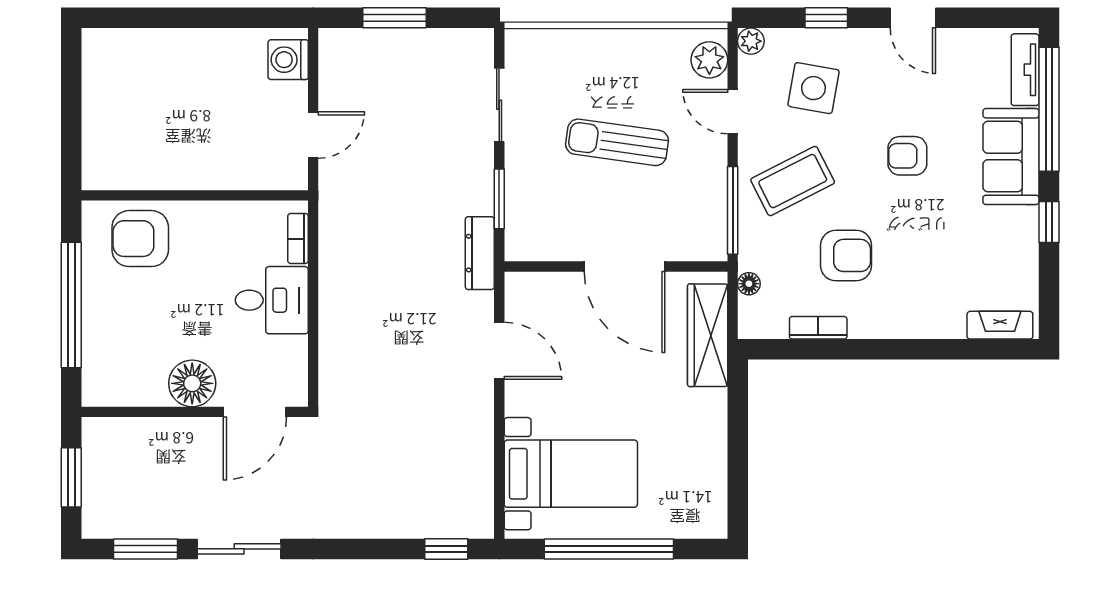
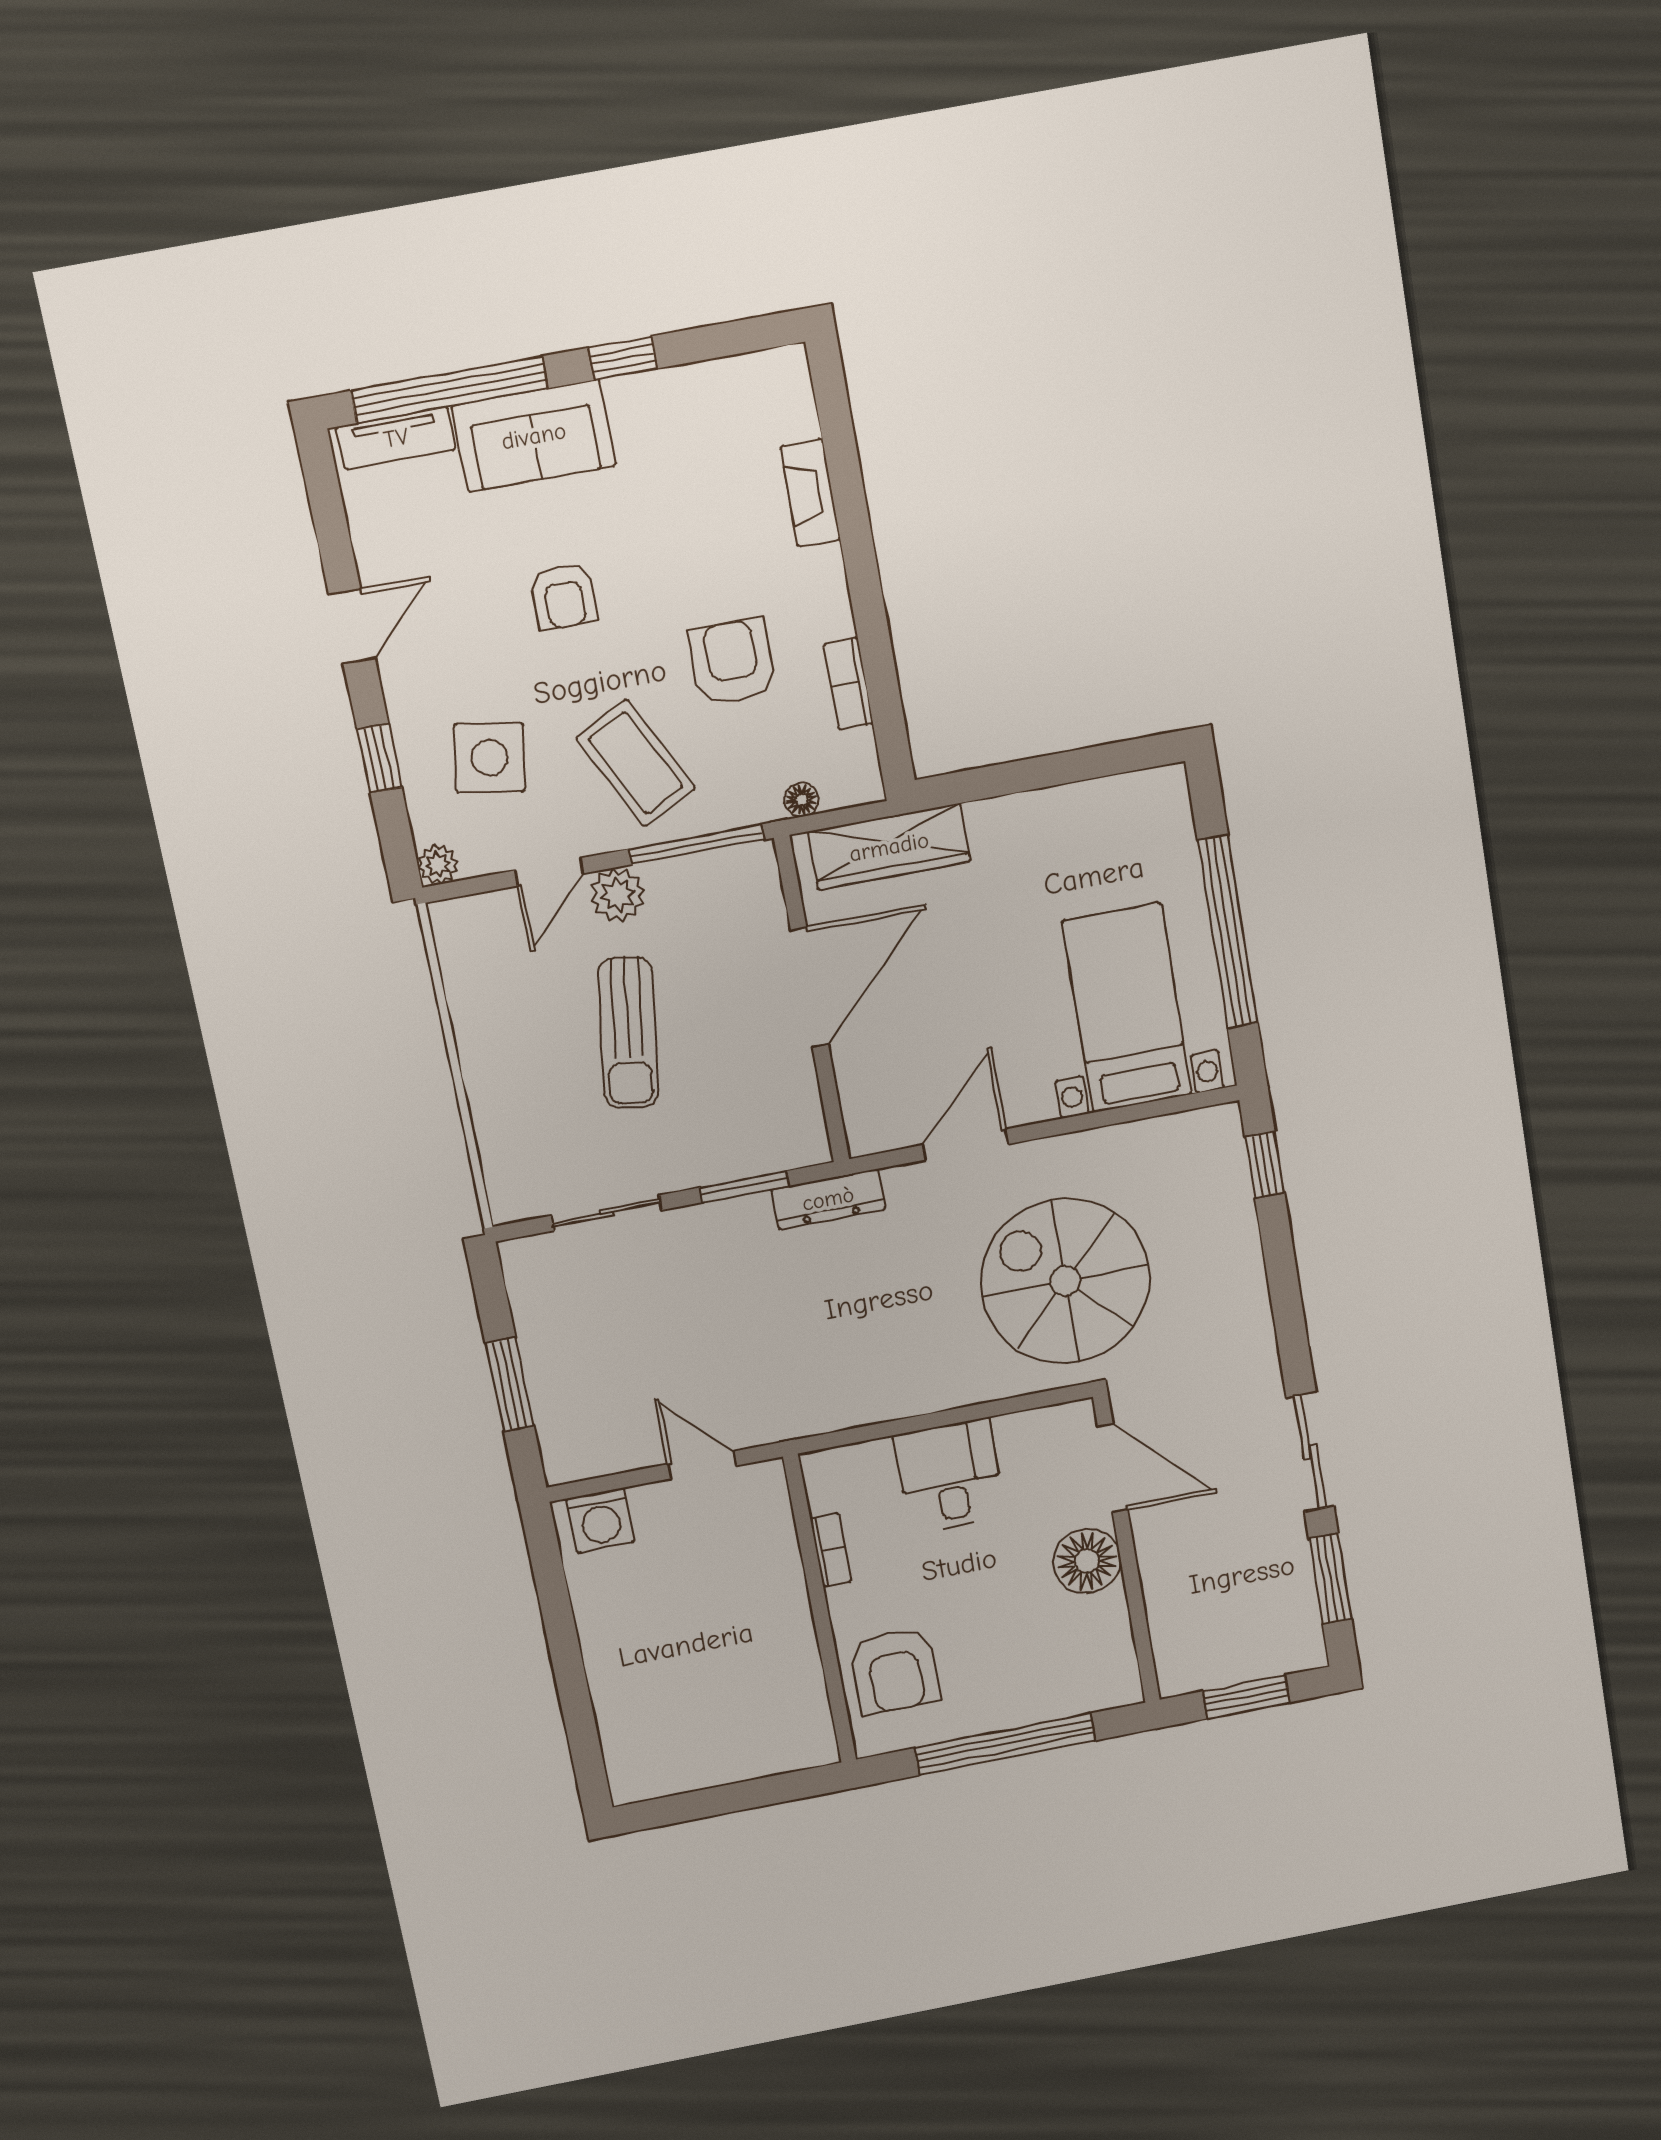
plant: (709, 60) -> (618, 895), moved
bookcase: (298, 239) -> (831, 1550), moved, turned -90
fireplace: (1000, 325) -> (810, 493), moved
spiral stairs: (392, 401) -> (1065, 1281), added

